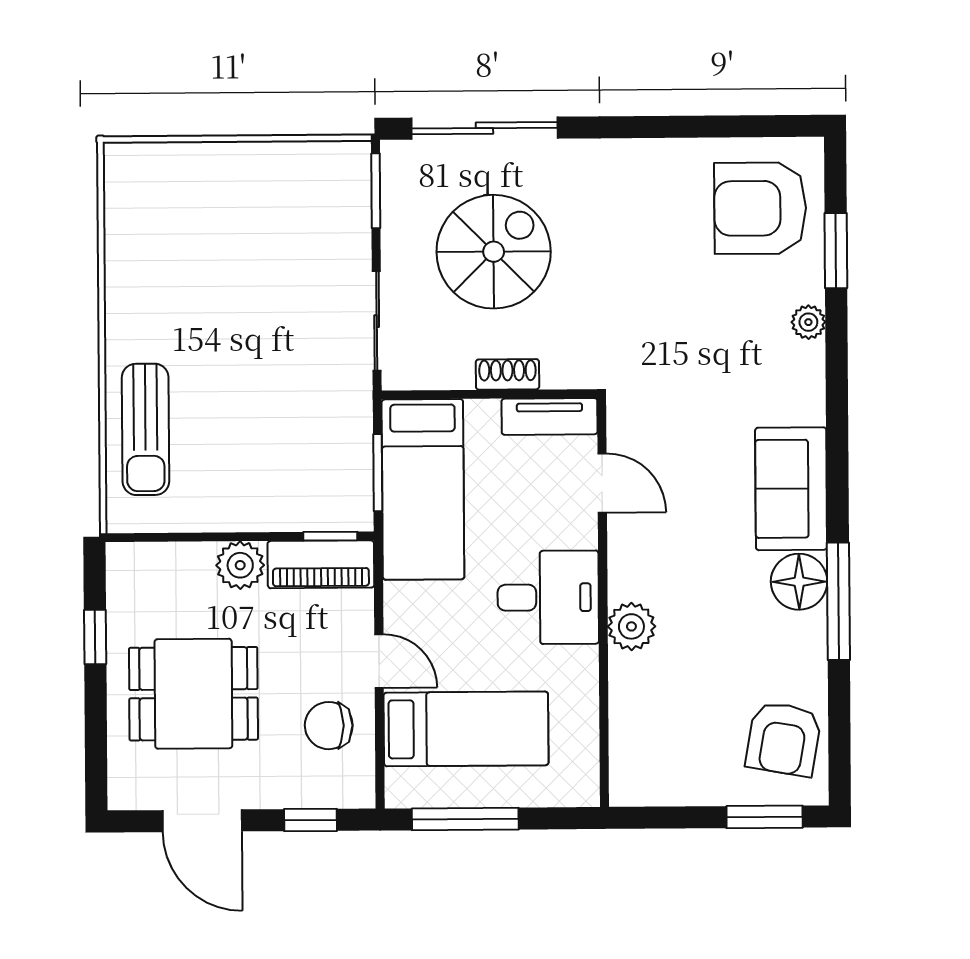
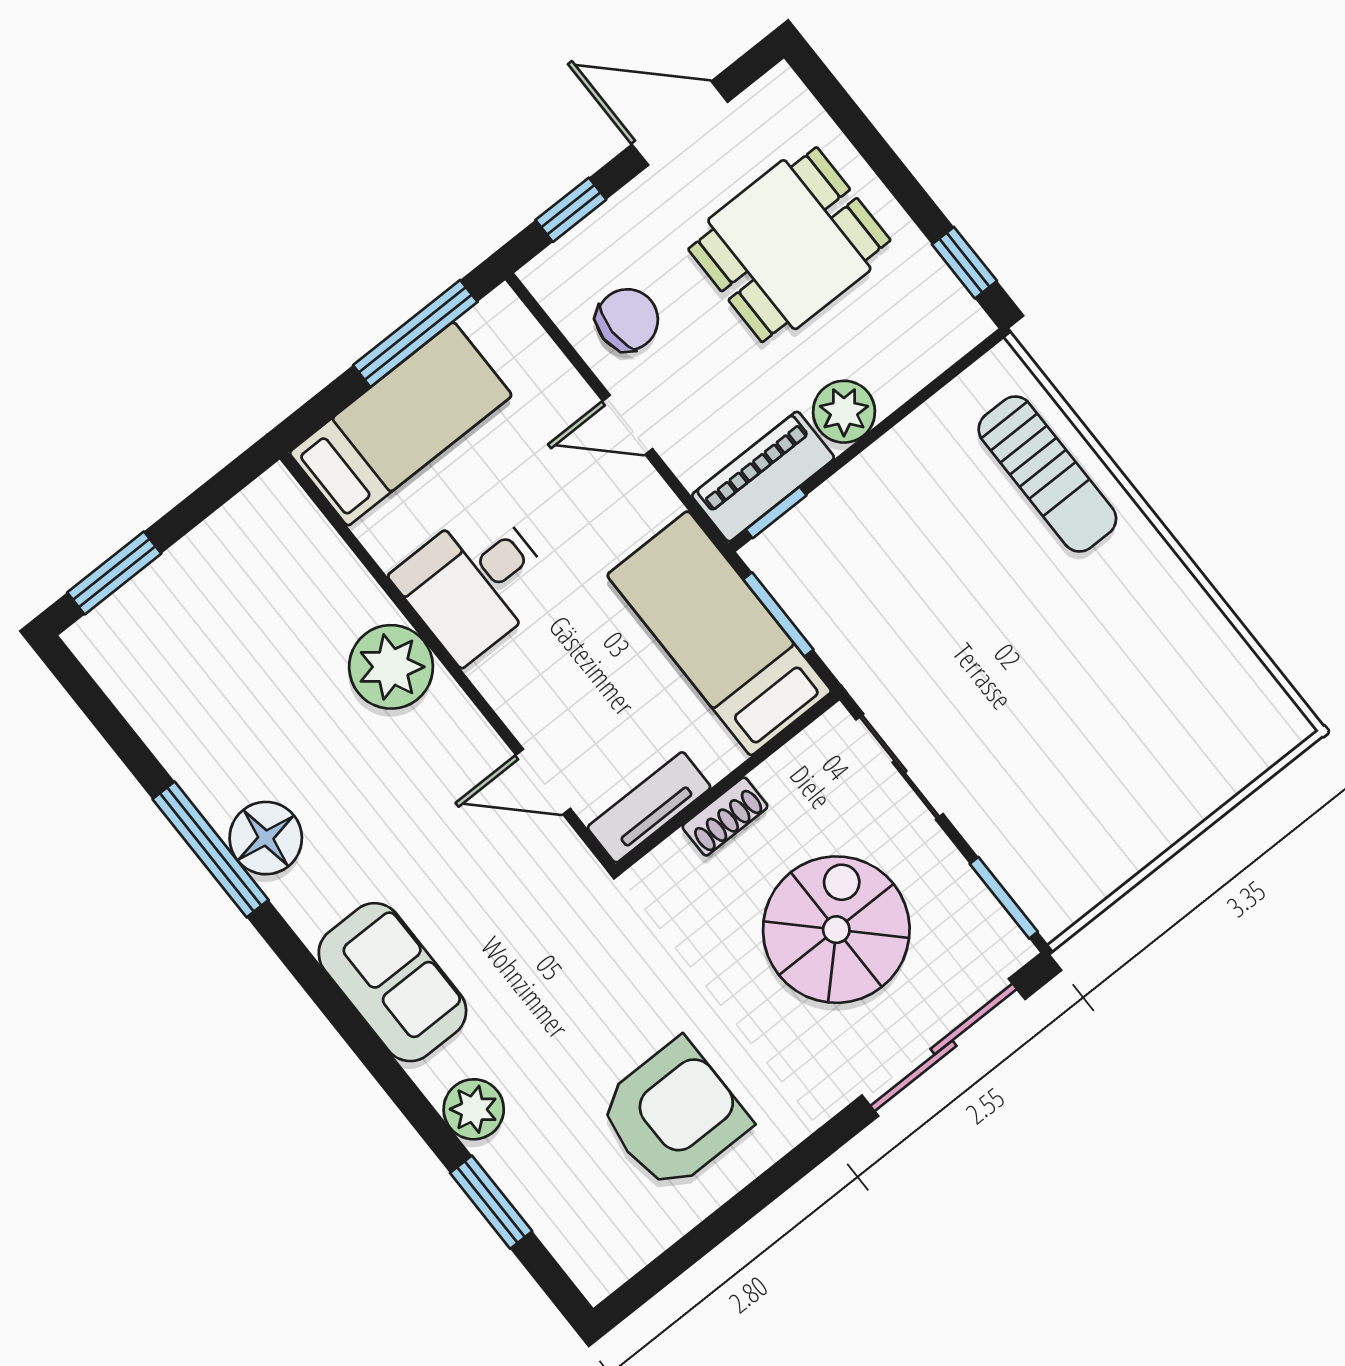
armchair: (760, 208) -> (673, 1115), moved
spiral stairs: (494, 252) -> (836, 930), turned 180
plant: (808, 322) -> (474, 1109), width x1.38, depth x1.38
sun lounger: (146, 429) -> (1047, 474), turned 180
sofa: (791, 489) -> (392, 982), moved
desk: (548, 597) -> (475, 583), moved
plant: (631, 626) -> (391, 667), width x1.36, depth x1.36
window: (95, 637) -> (964, 263), moved
bed: (466, 729) -> (401, 424), moved, turned 180
armchair: (784, 739) -> (157, 667), removed

